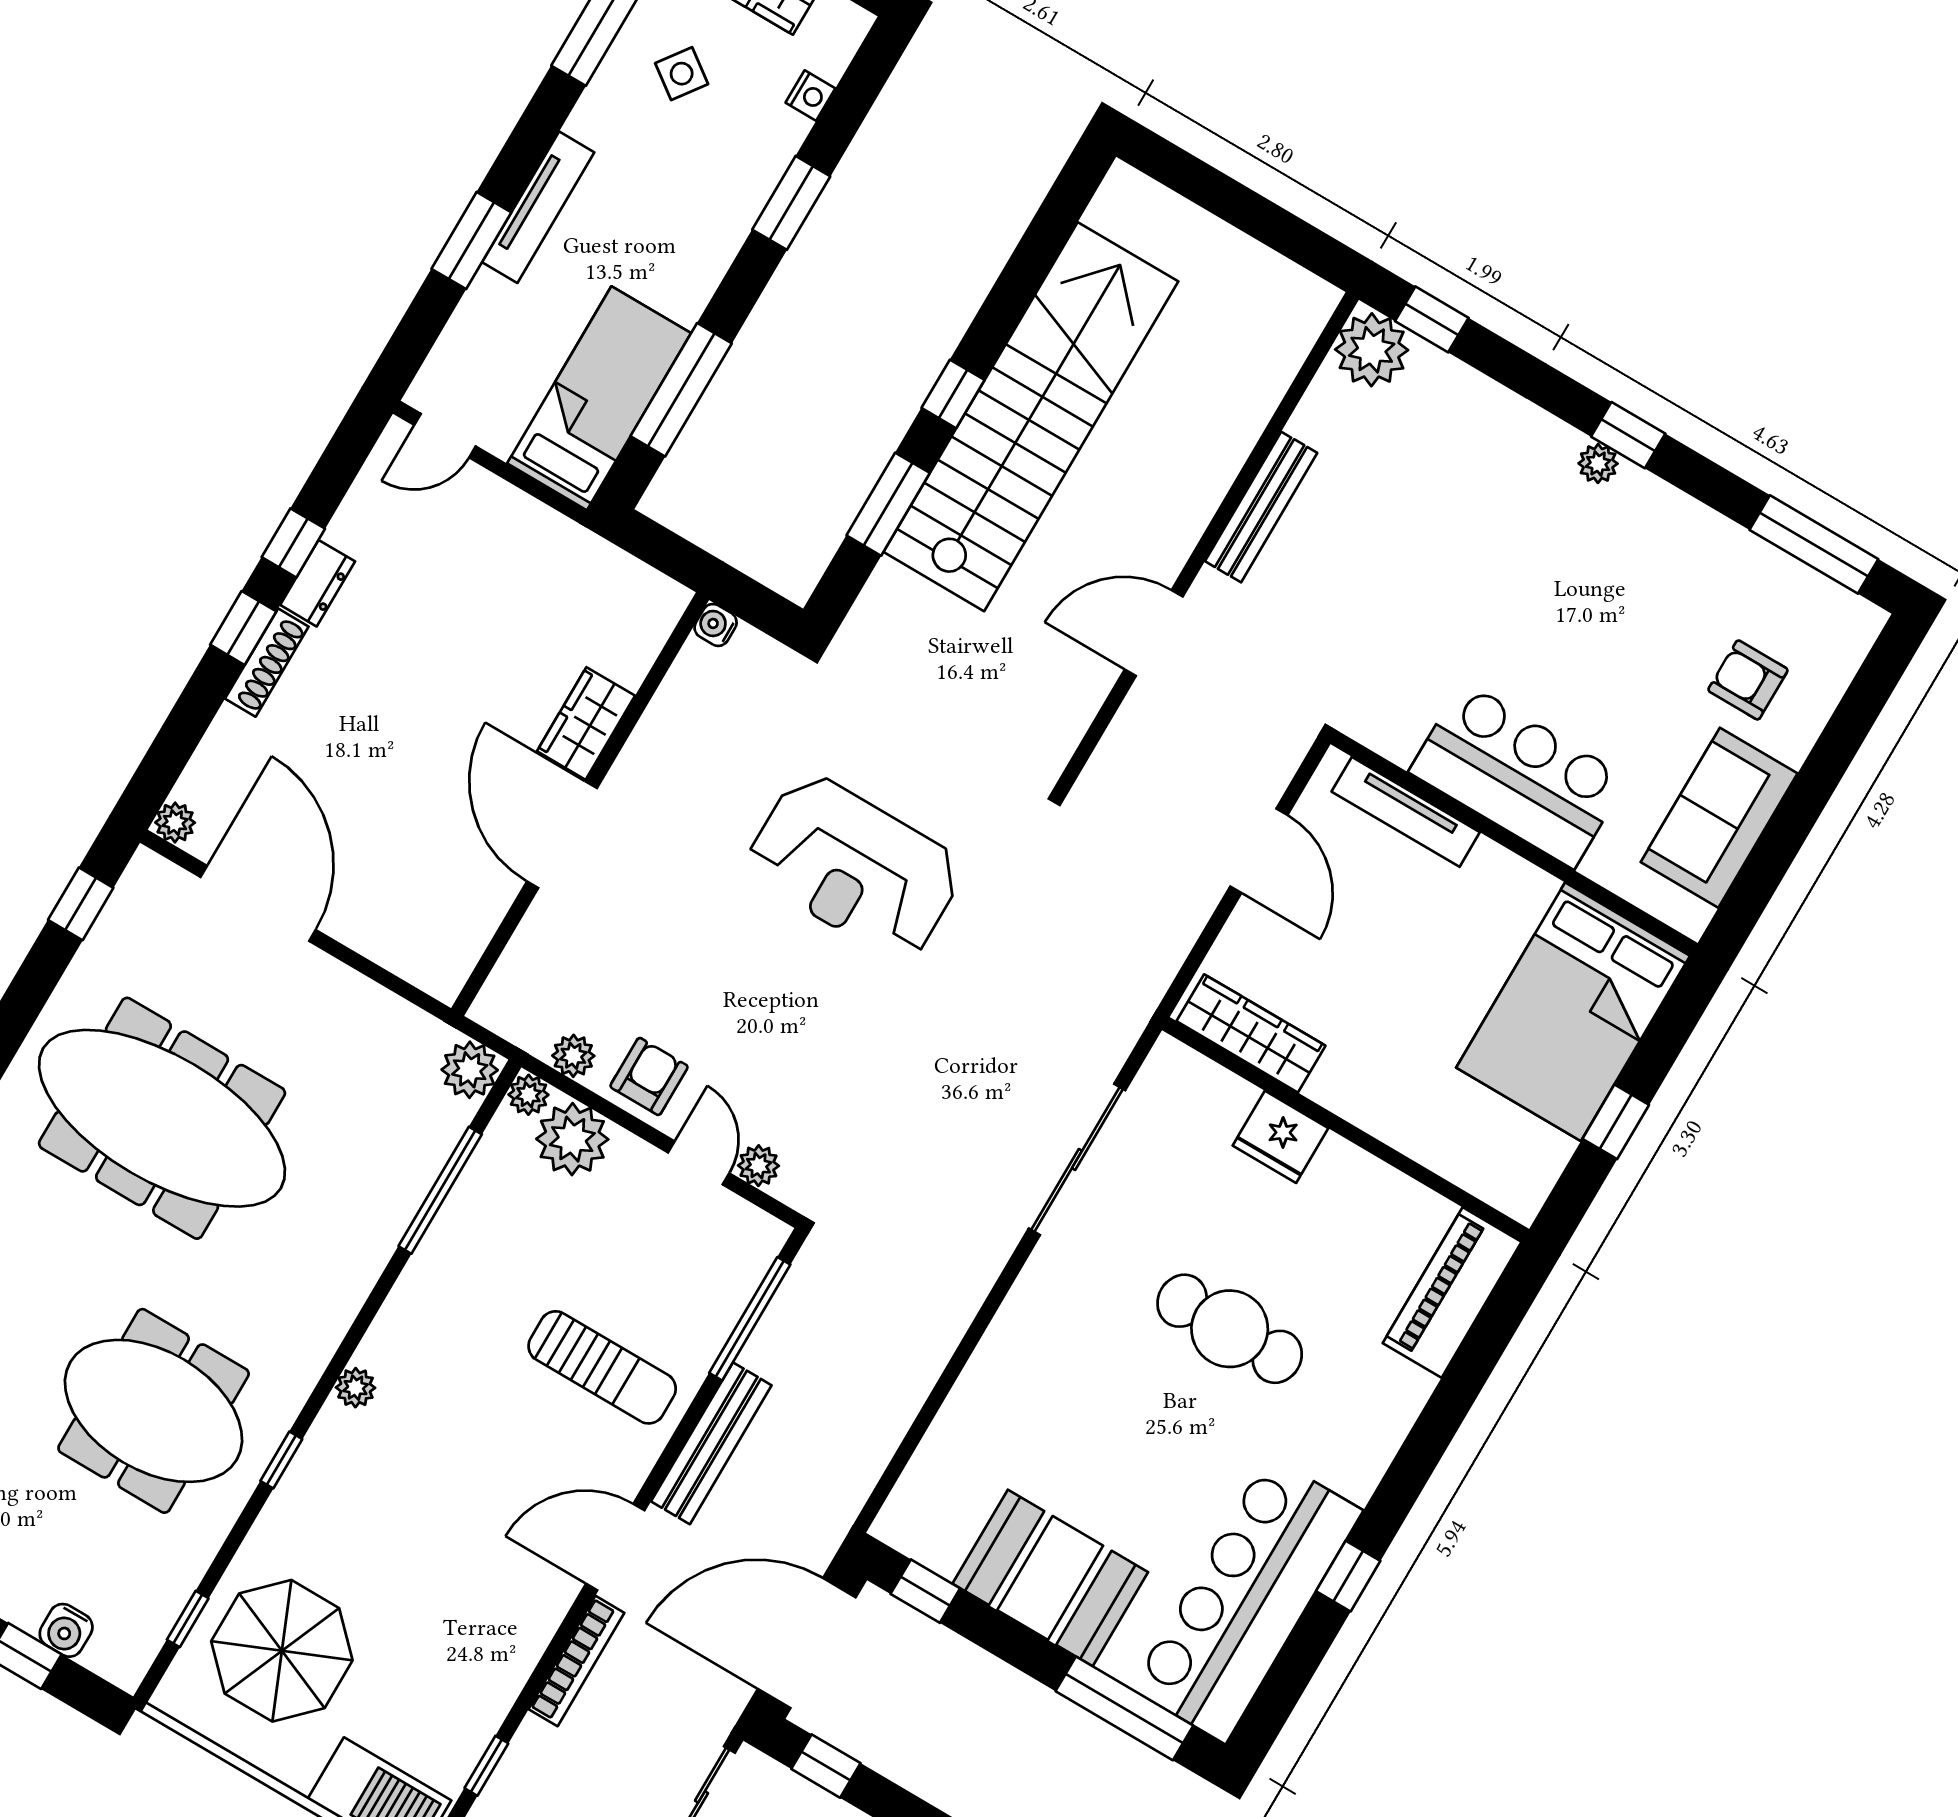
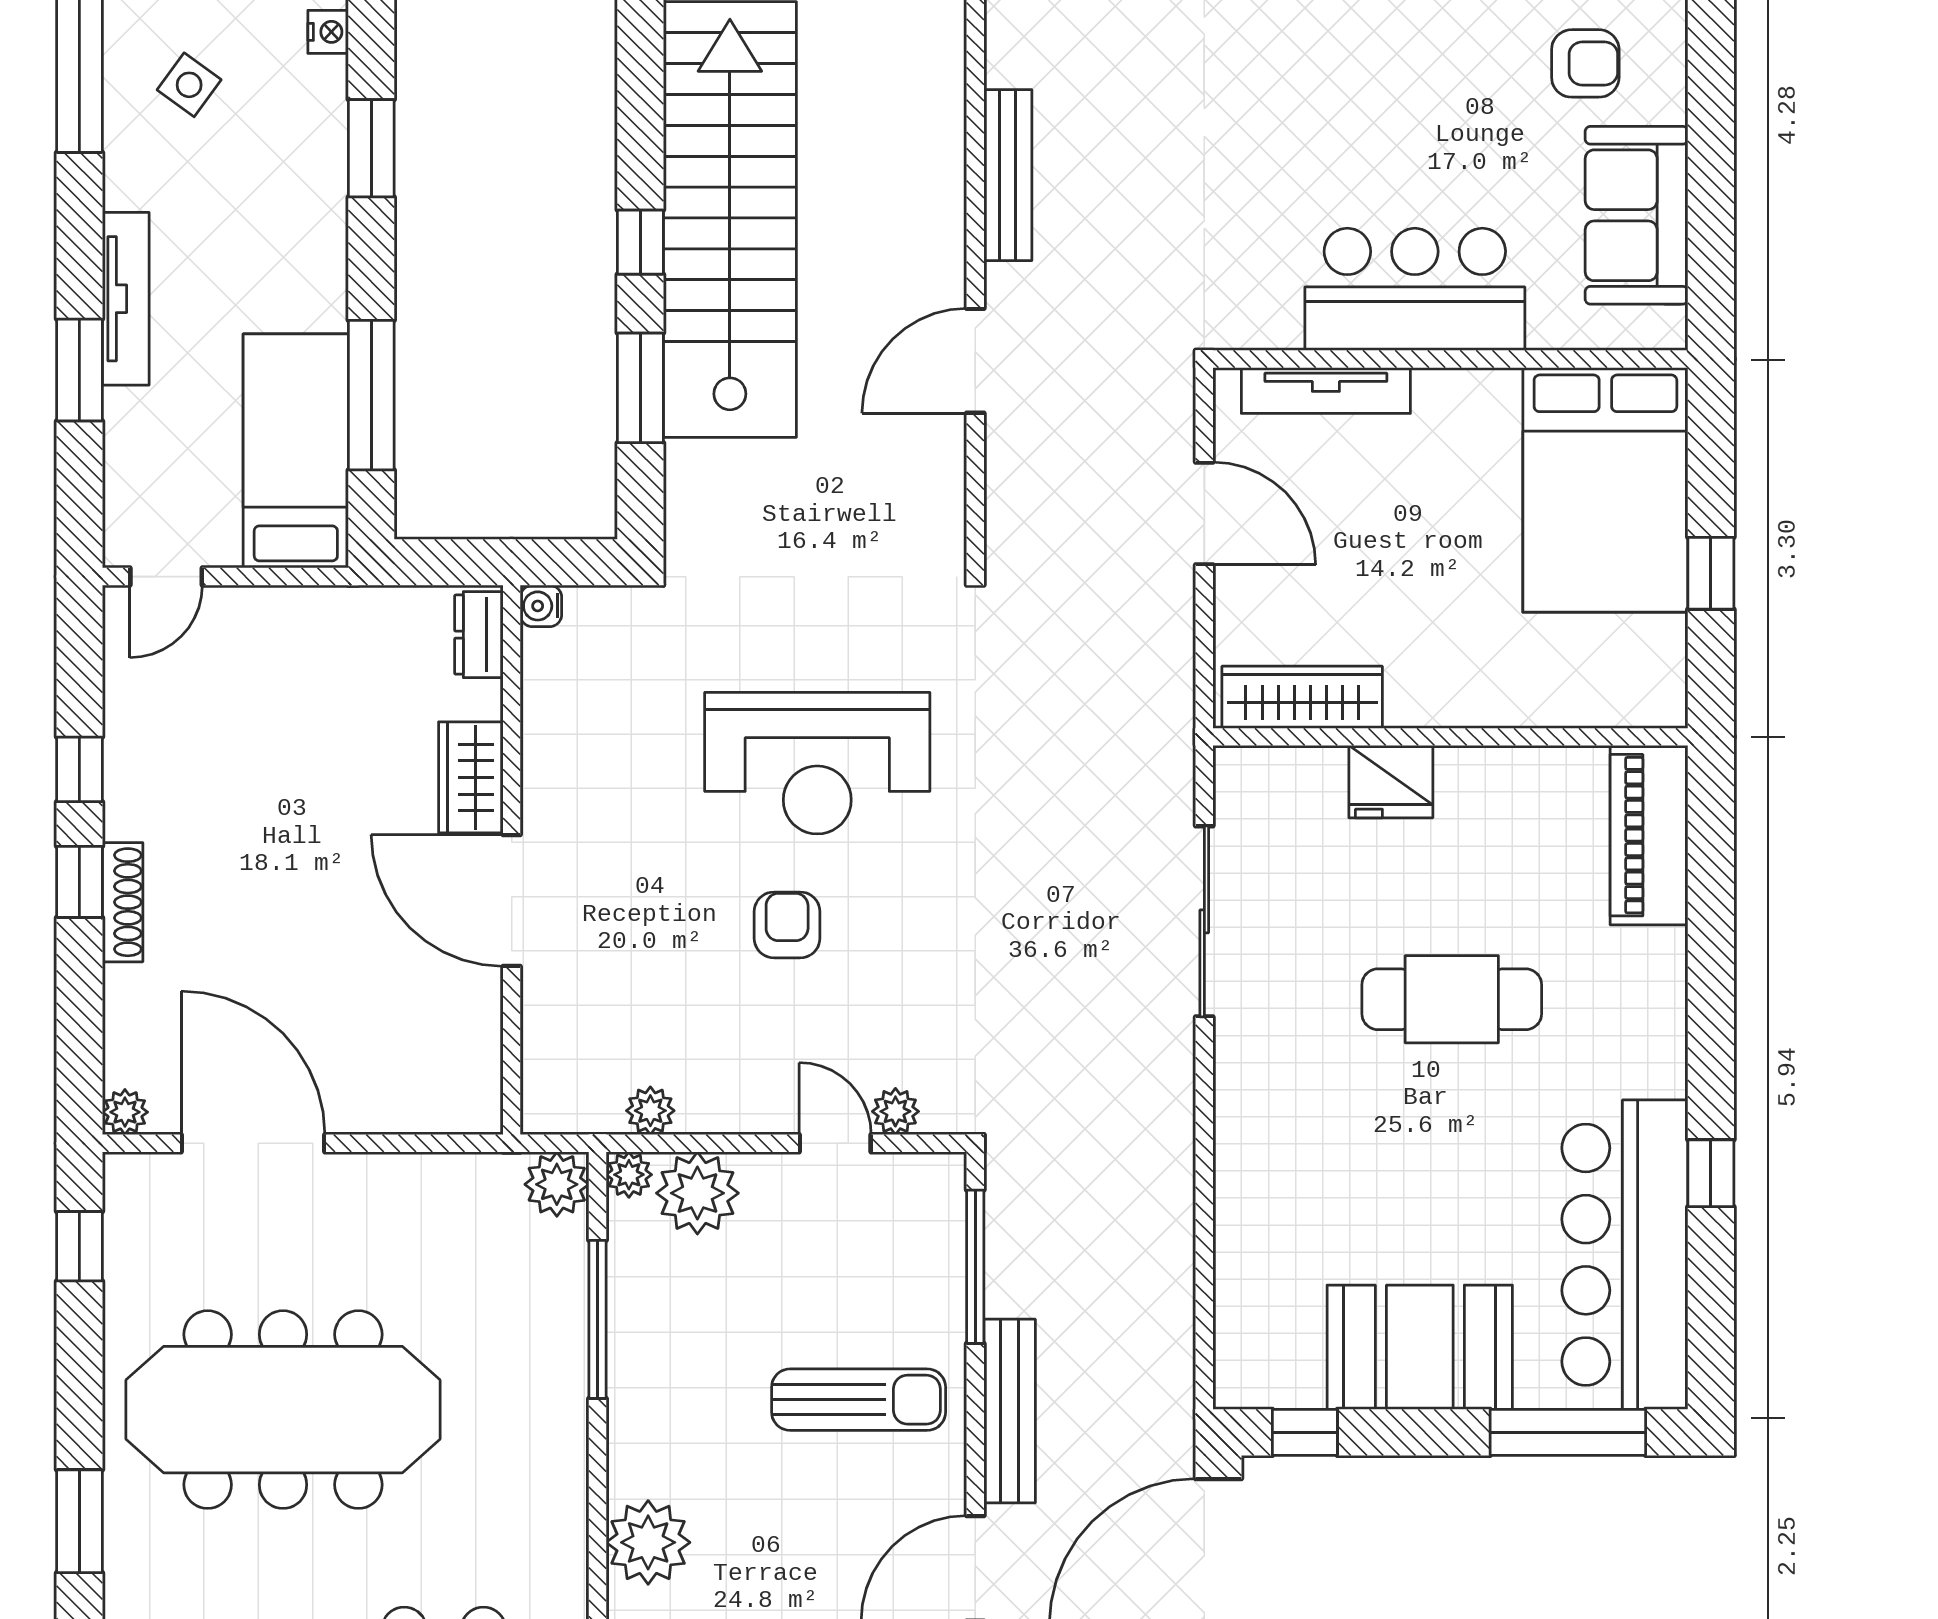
dresser: (318, 583) -> (479, 635), moved, turned 180
armchair: (1748, 680) -> (1585, 63), turned 180
armchair: (649, 1076) -> (787, 925), moved
plant: (356, 1388) -> (648, 1542), width x1.88, depth x1.88

